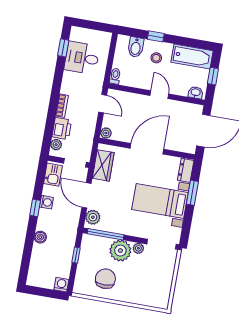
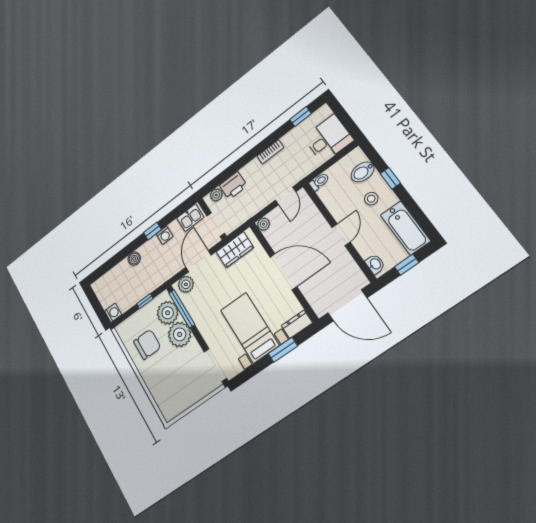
desk: (82, 58) -> (328, 139), moved, turned 90
bookcase: (62, 106) -> (270, 152), moved
plant: (138, 248) -> (168, 313), moved, width x1.88, depth x1.88

